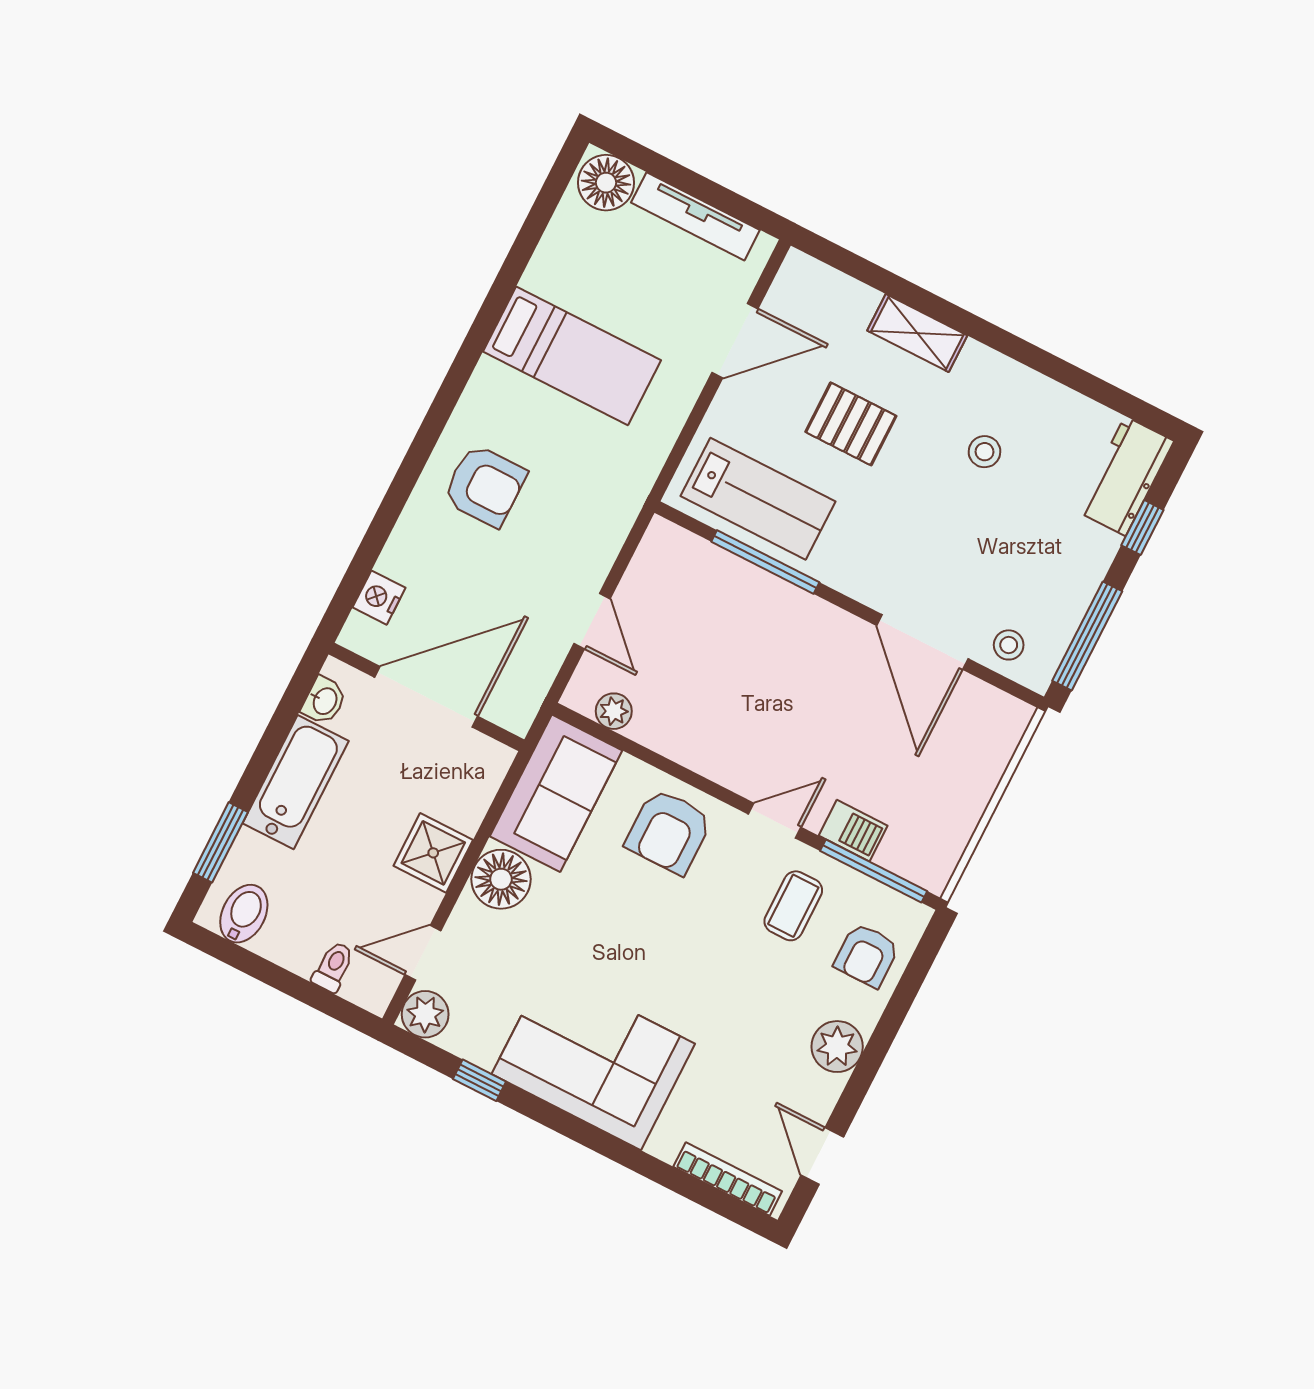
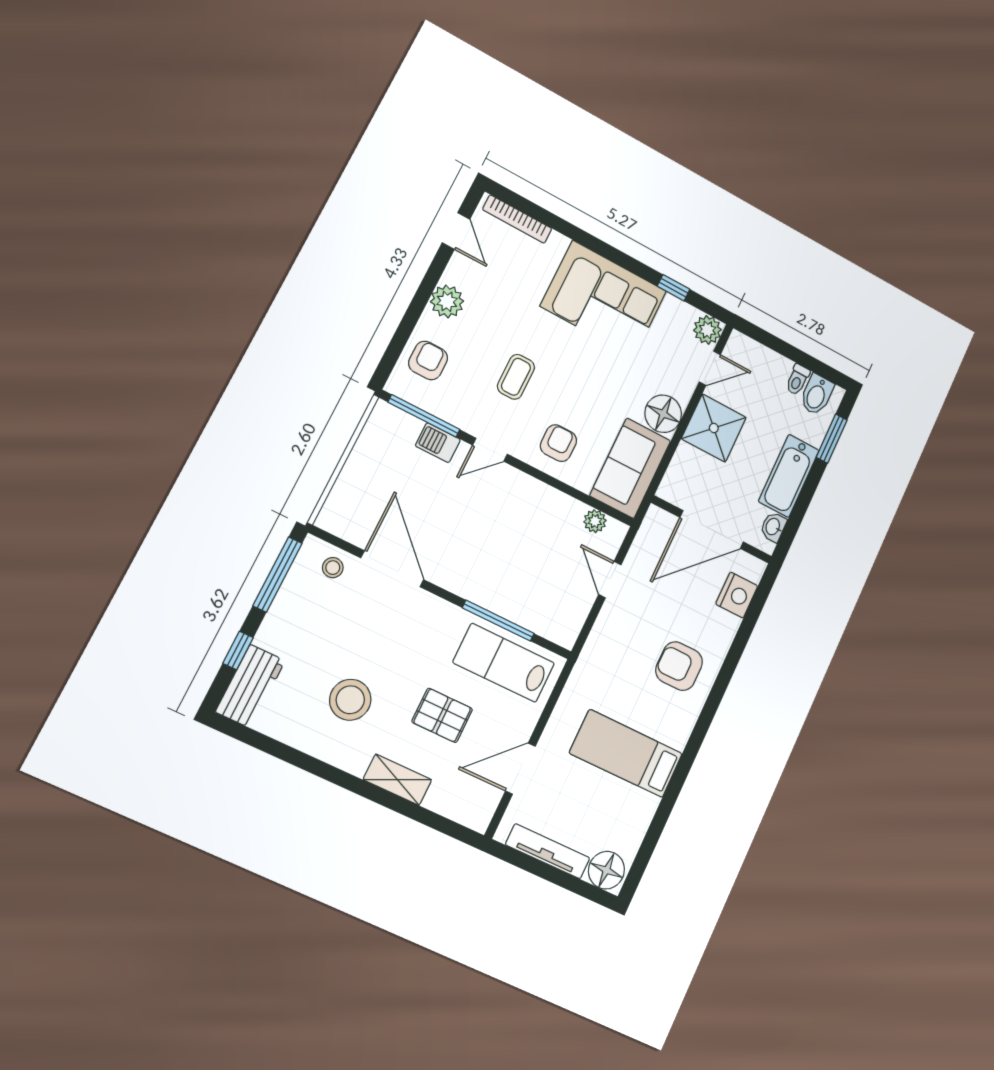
stool: (984, 452) -> (350, 700), width x1.89, depth x1.89
nightstand: (379, 598) -> (737, 595), width x1.36, depth x1.33
armchair: (669, 831) -> (558, 443), width x0.72, depth x0.72
shower: (433, 853) -> (714, 428), width x1.36, depth x1.36
coffee table: (793, 906) -> (516, 377), moved
toilet: (333, 967) -> (798, 380), moved

